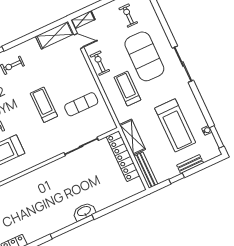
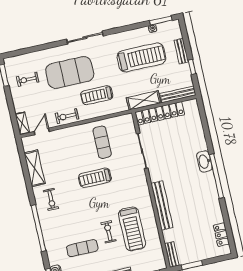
shelving: (55, 35) -> (35, 168), moved
bench: (31, 178) -> (162, 205), added

